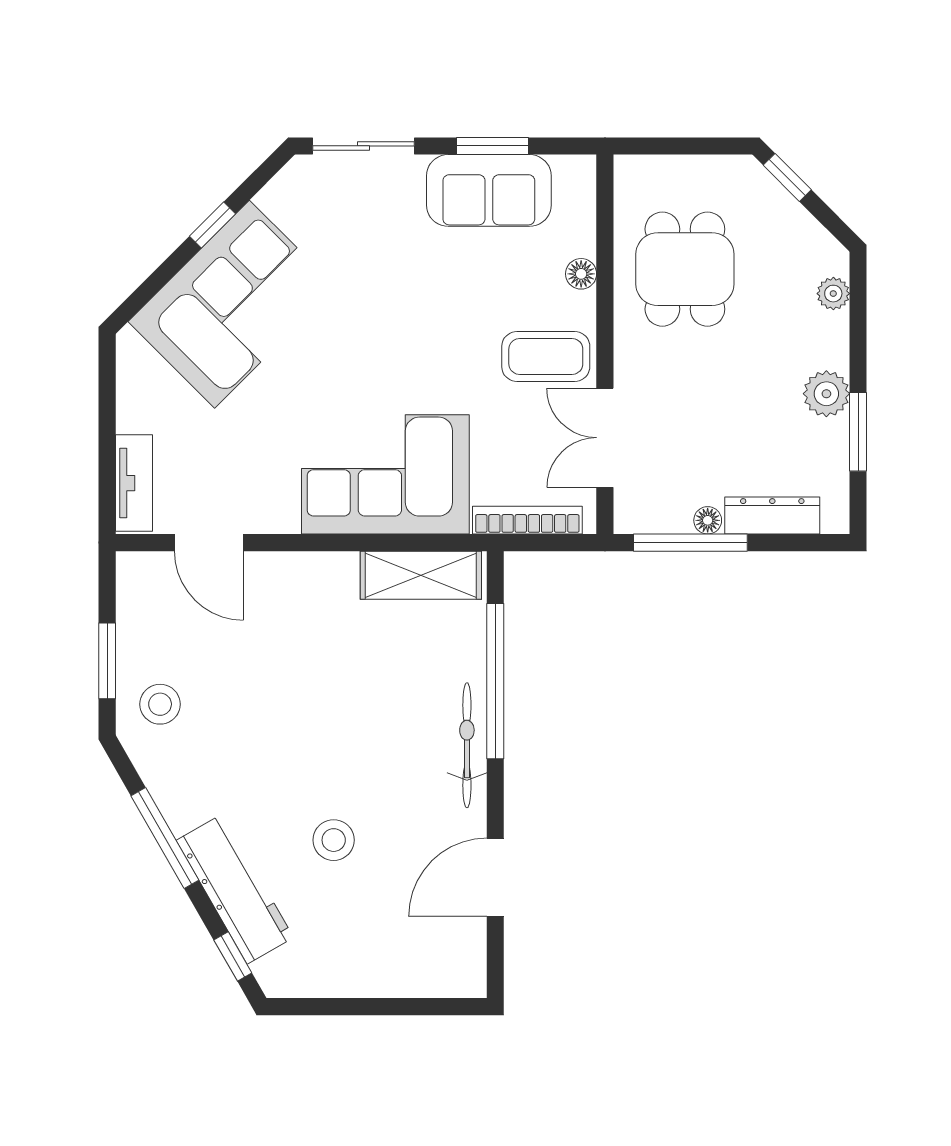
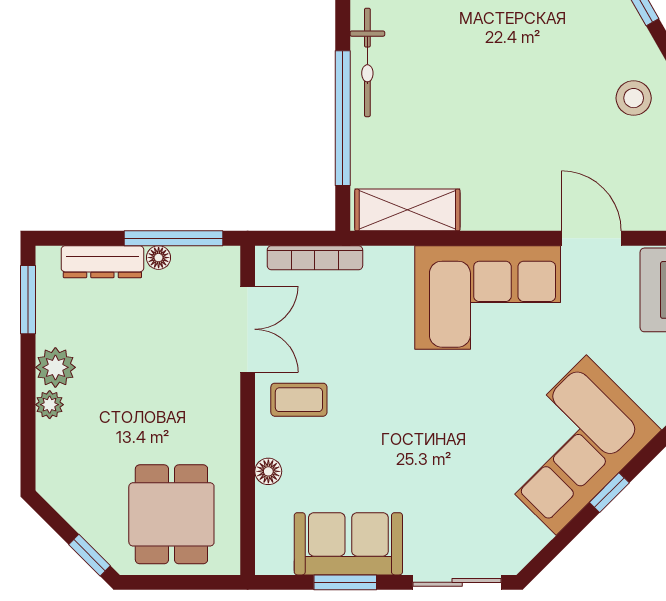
window: (213, 225) -> (609, 493), moved
dining table: (685, 269) -> (171, 514), moved
plant: (833, 294) -> (50, 405), moved
coffee table: (546, 356) -> (299, 400), width x0.73, depth x0.77
window: (858, 432) -> (28, 300), moved
corner sofa: (385, 474) -> (488, 297), moved

